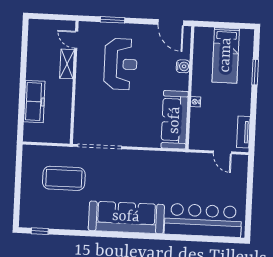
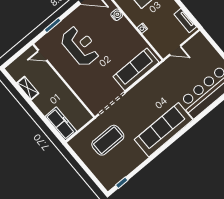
shelving: (67, 64) -> (28, 88), moved
freezer: (34, 102) -> (61, 124), moved
sofa: (175, 120) -> (136, 69), moved, turned 90
door: (222, 152) -> (175, 50), moved

